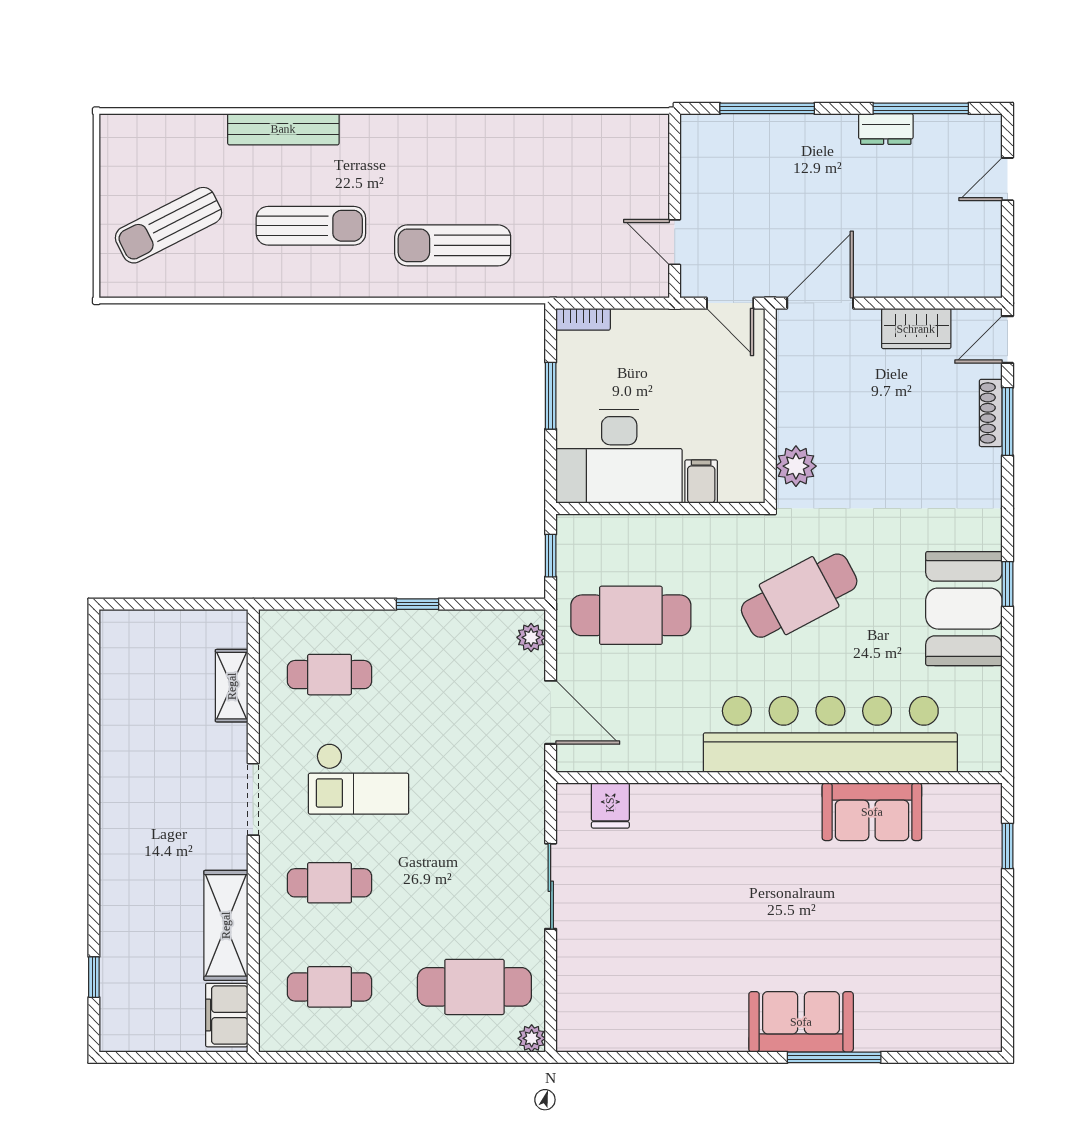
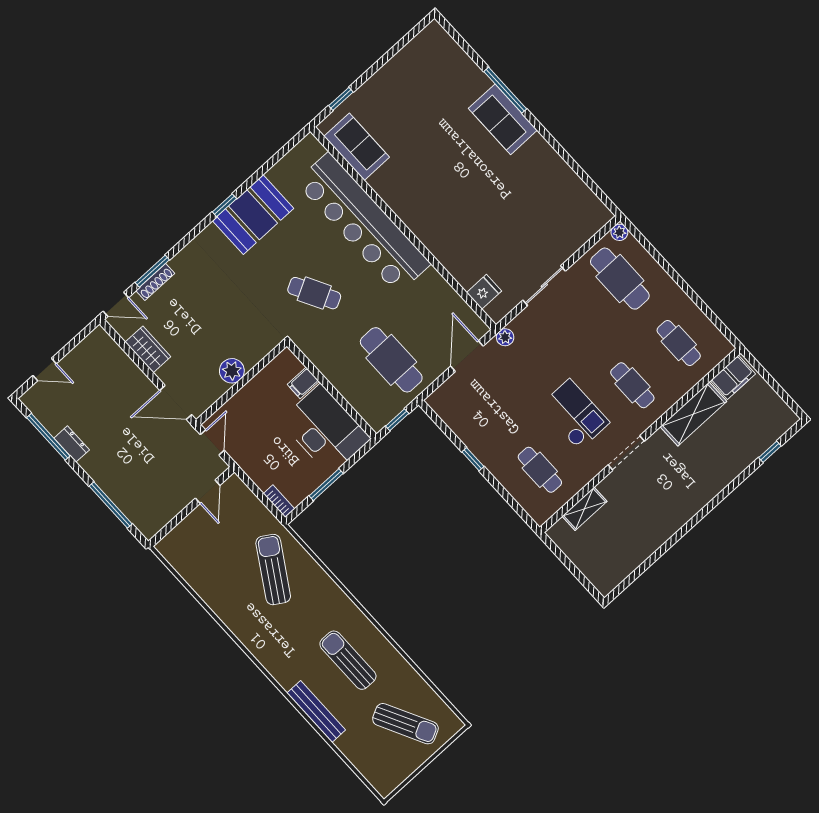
sun lounger: (453, 245) -> (273, 570), moved, turned -148
plant: (796, 466) -> (232, 371), moved
cafe table: (799, 596) -> (314, 293), width x0.73, depth x0.74
plant: (531, 637) -> (505, 337), moved
sofa: (872, 812) -> (357, 147), moved

